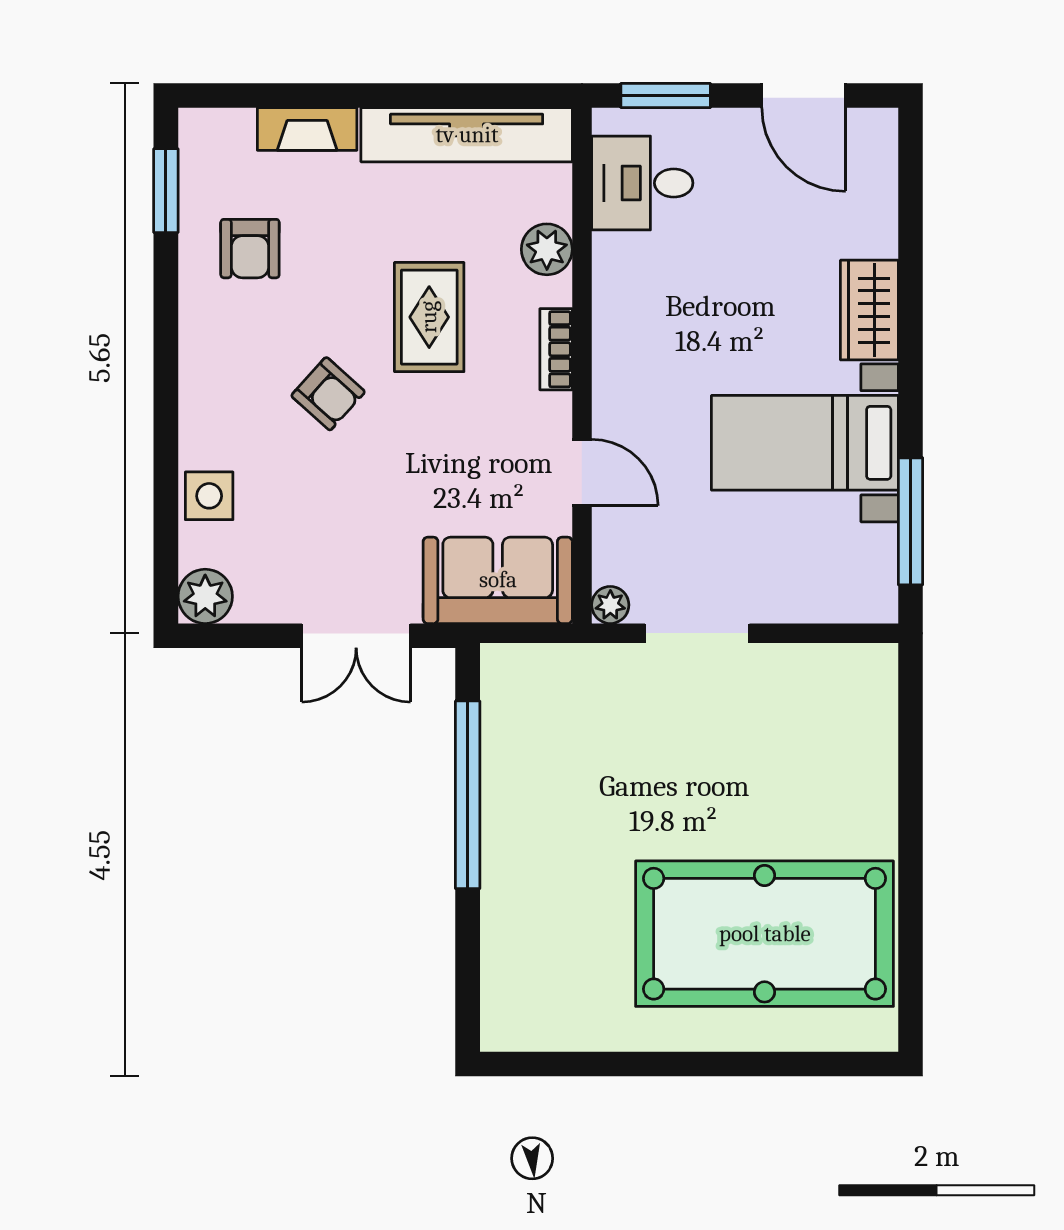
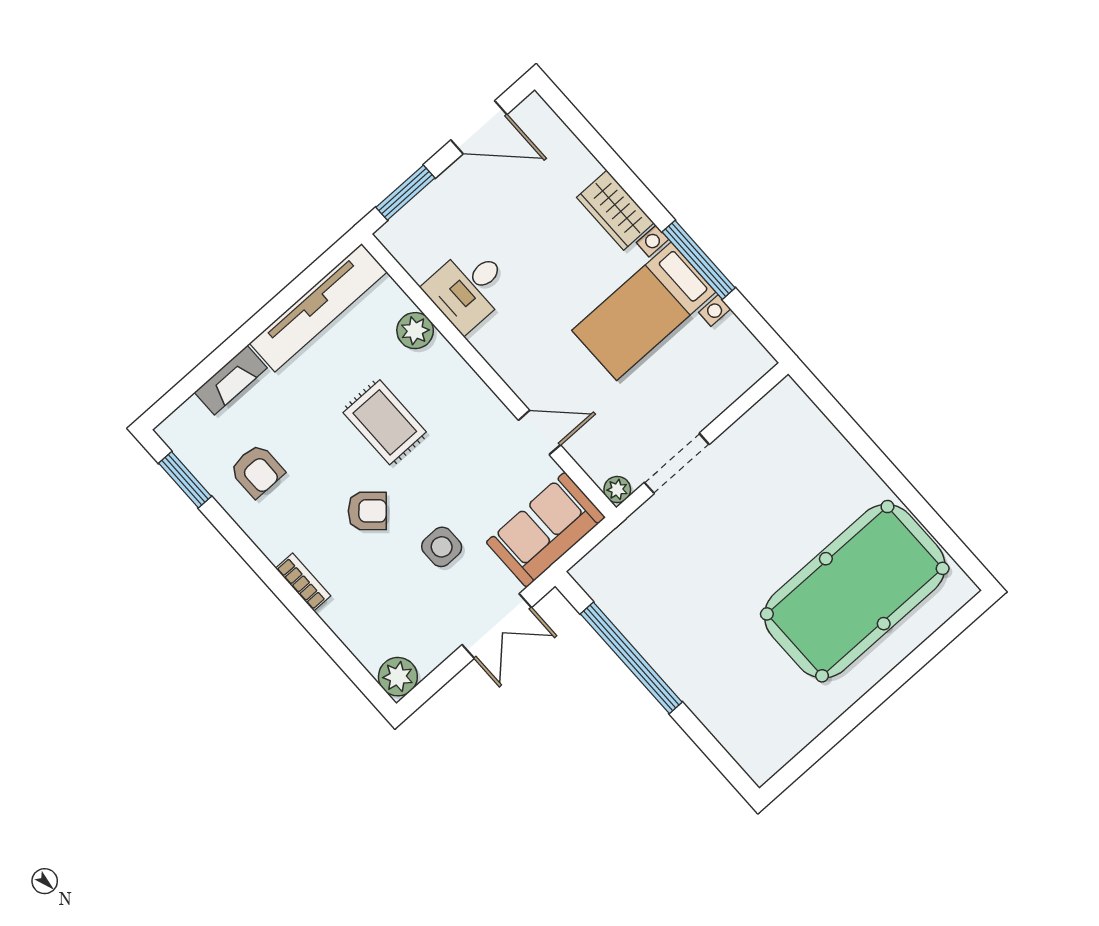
desk: (642, 183) -> (468, 288), moved
bookcase: (556, 349) -> (303, 582), moved, turned 180
side table: (209, 496) -> (442, 547), moved
window: (910, 521) -> (699, 260), moved

